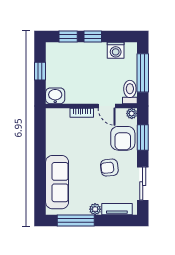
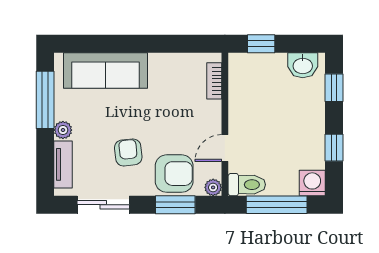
window: (93, 36) -> (334, 148), moved
washing machine: (116, 50) -> (312, 183), moved, turned 90
window: (40, 71) -> (261, 44), moved
washbasin: (55, 96) -> (303, 65), moved, turned 90
bookcase: (82, 113) -> (214, 81), moved
armchair: (123, 138) -> (174, 174), turned 180

